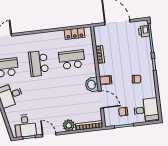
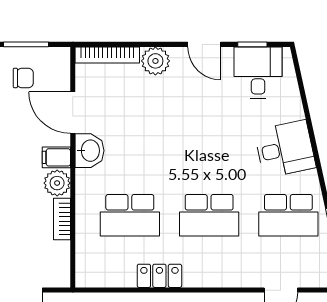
locker: (74, 34) -> (159, 276), moved
school desk: (39, 64) -> (209, 215), turned 90
plant: (104, 69) -> (57, 183), added

